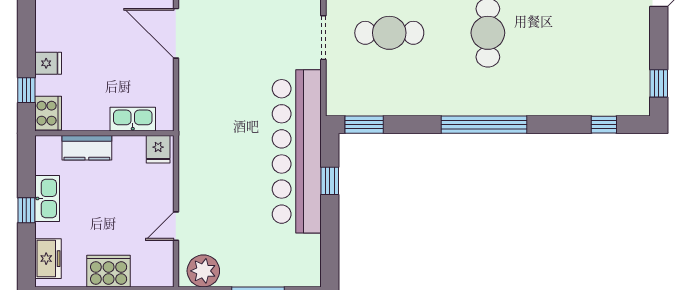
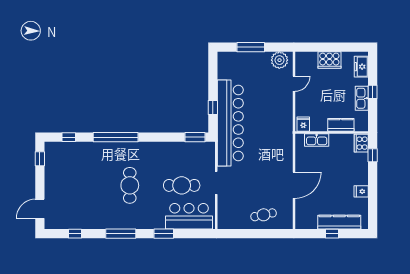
door: (176, 33) -> (294, 185), hinge flipped
fridge: (48, 63) -> (361, 191), moved
window: (484, 125) -> (116, 137), moved

